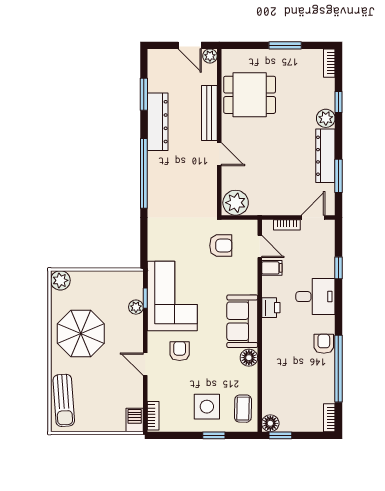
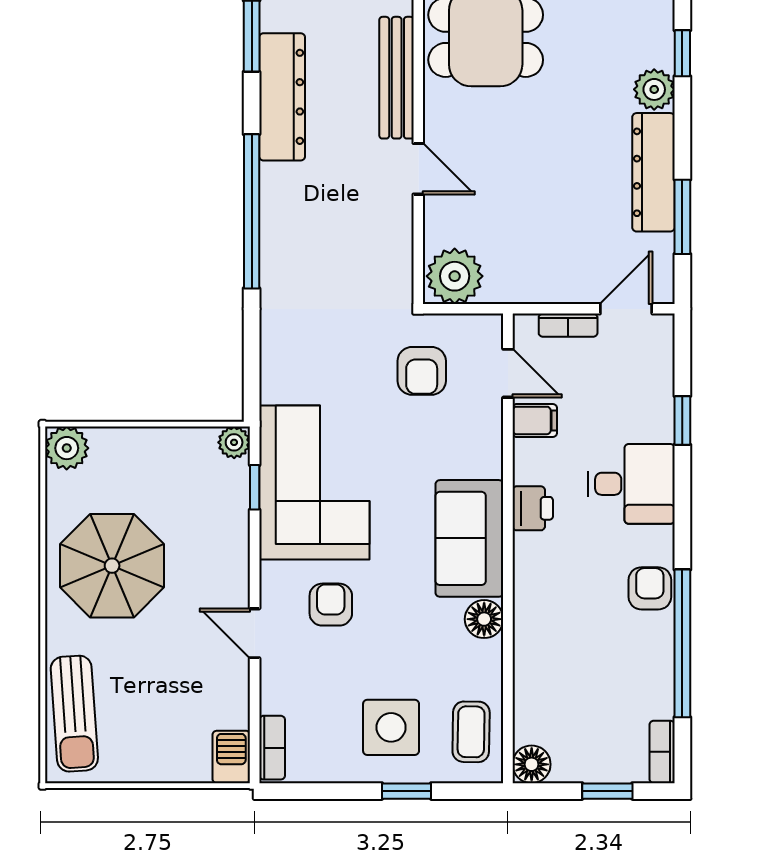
armchair: (221, 246) -> (422, 371), turned 90
plant: (136, 307) -> (234, 442), moved
window: (280, 435) -> (607, 791), moved

